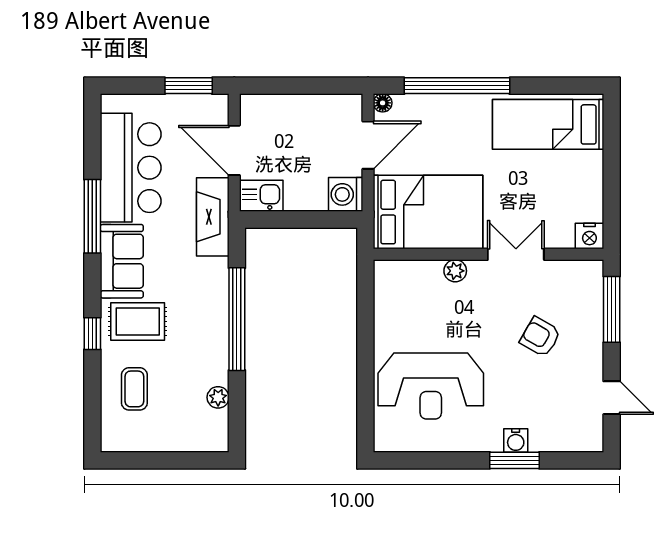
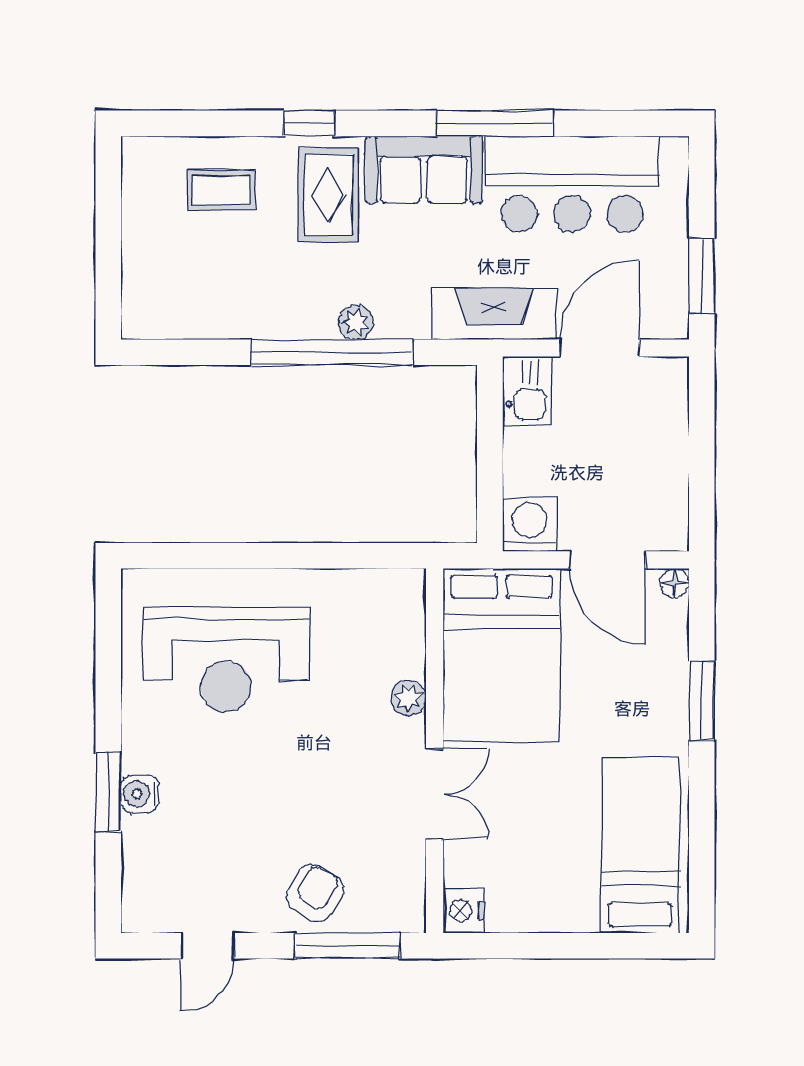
window: (457, 86) -> (702, 701), width x0.47
armchair: (540, 337) -> (315, 893), moved
reception desk: (431, 386) -> (226, 659), turned -90
plant: (218, 397) -> (356, 322), moved

